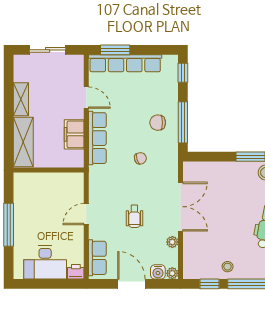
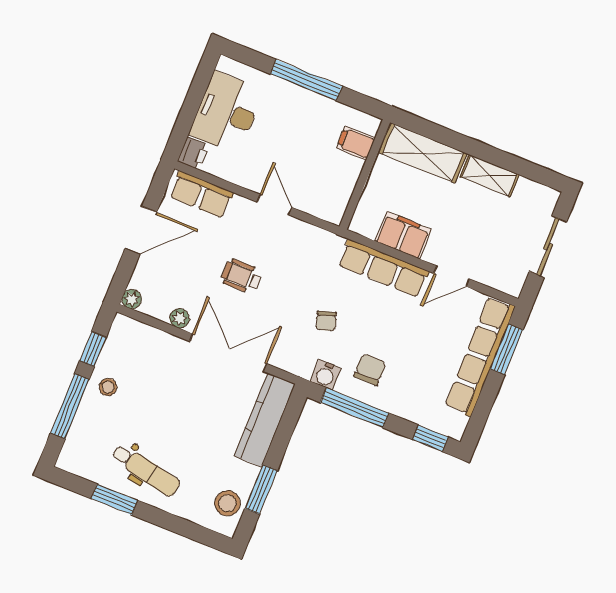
kitchen counter: (210, 171) -> (265, 420), added
filing cabinet: (33, 182) -> (356, 143), added
double door: (181, 207) -> (228, 352), swing flipped
water cooler: (158, 272) -> (326, 375), moved, turned -90

